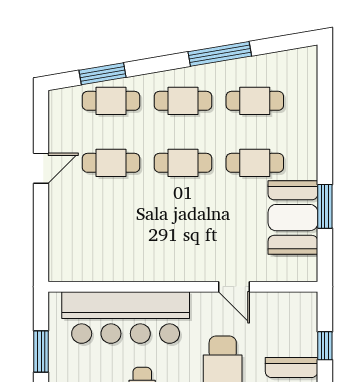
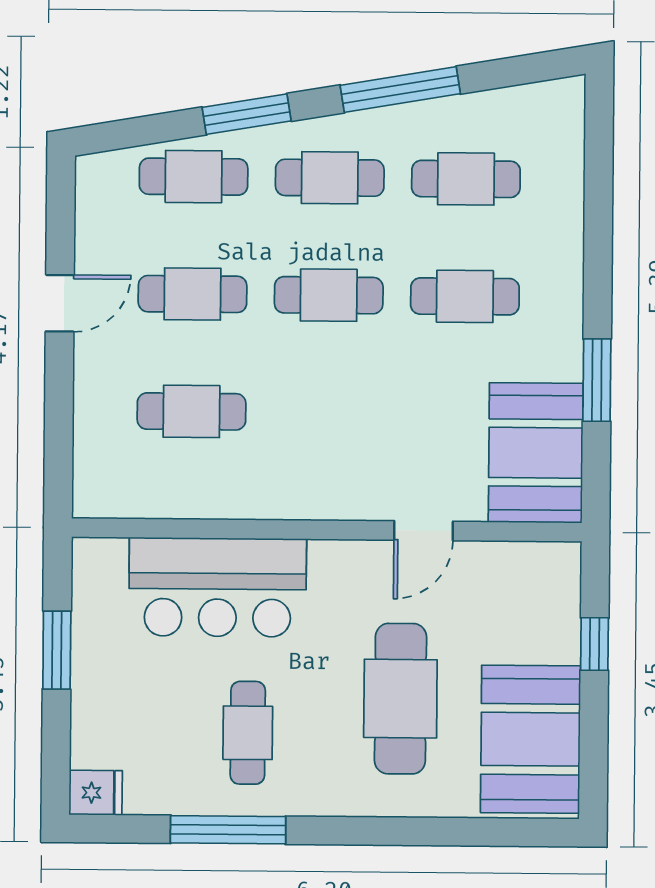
window: (103, 74) -> (247, 114), moved
booth: (293, 218) -> (536, 453), moved
cafe table: (111, 225) -> (192, 411), added
door: (234, 287) -> (423, 531), hinge flipped
bar counter: (126, 318) -> (218, 587), width x0.73

